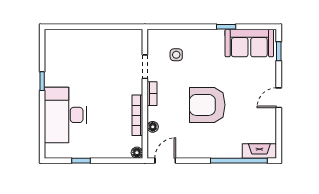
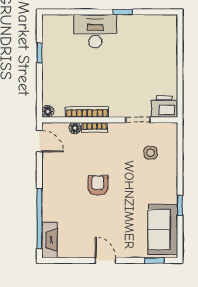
printer: (132, 42) -> (164, 107), added
bookcase: (152, 94) -> (95, 127), moved
armchair: (207, 105) -> (98, 185), width x0.53, depth x0.53
desk: (65, 115) -> (95, 31), width x0.73, depth x0.77

